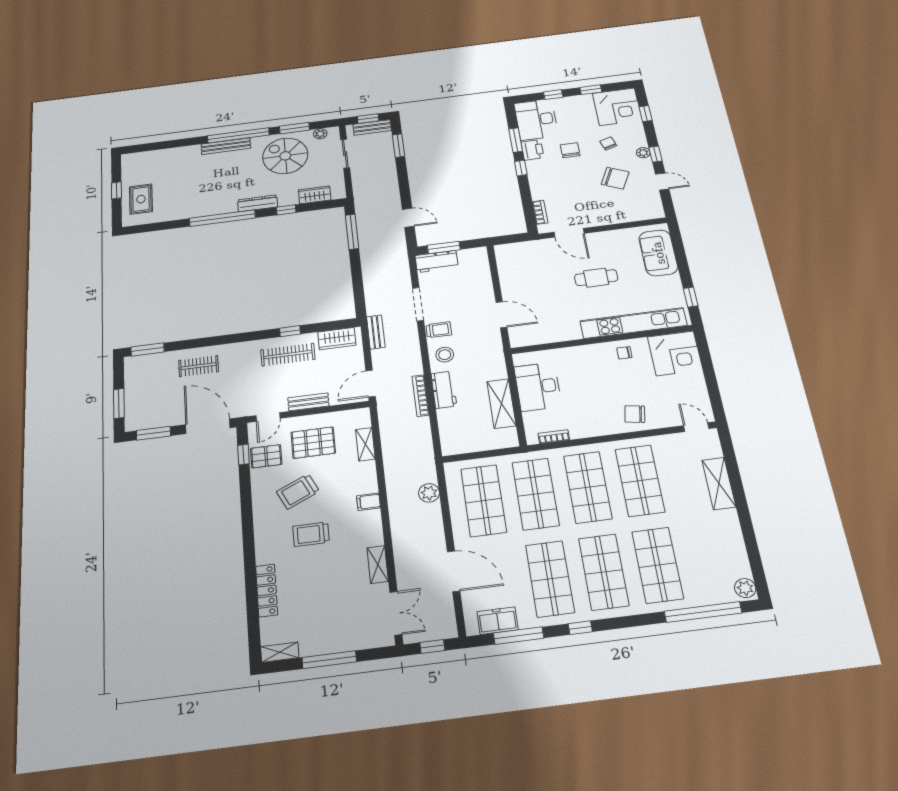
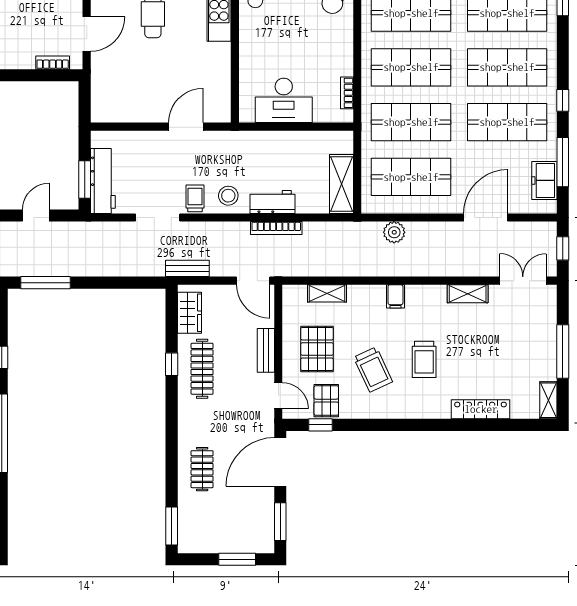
workbench: (437, 261) -> (103, 181), width x1.38
shelving: (501, 404) -> (342, 184), moved, turned 90

